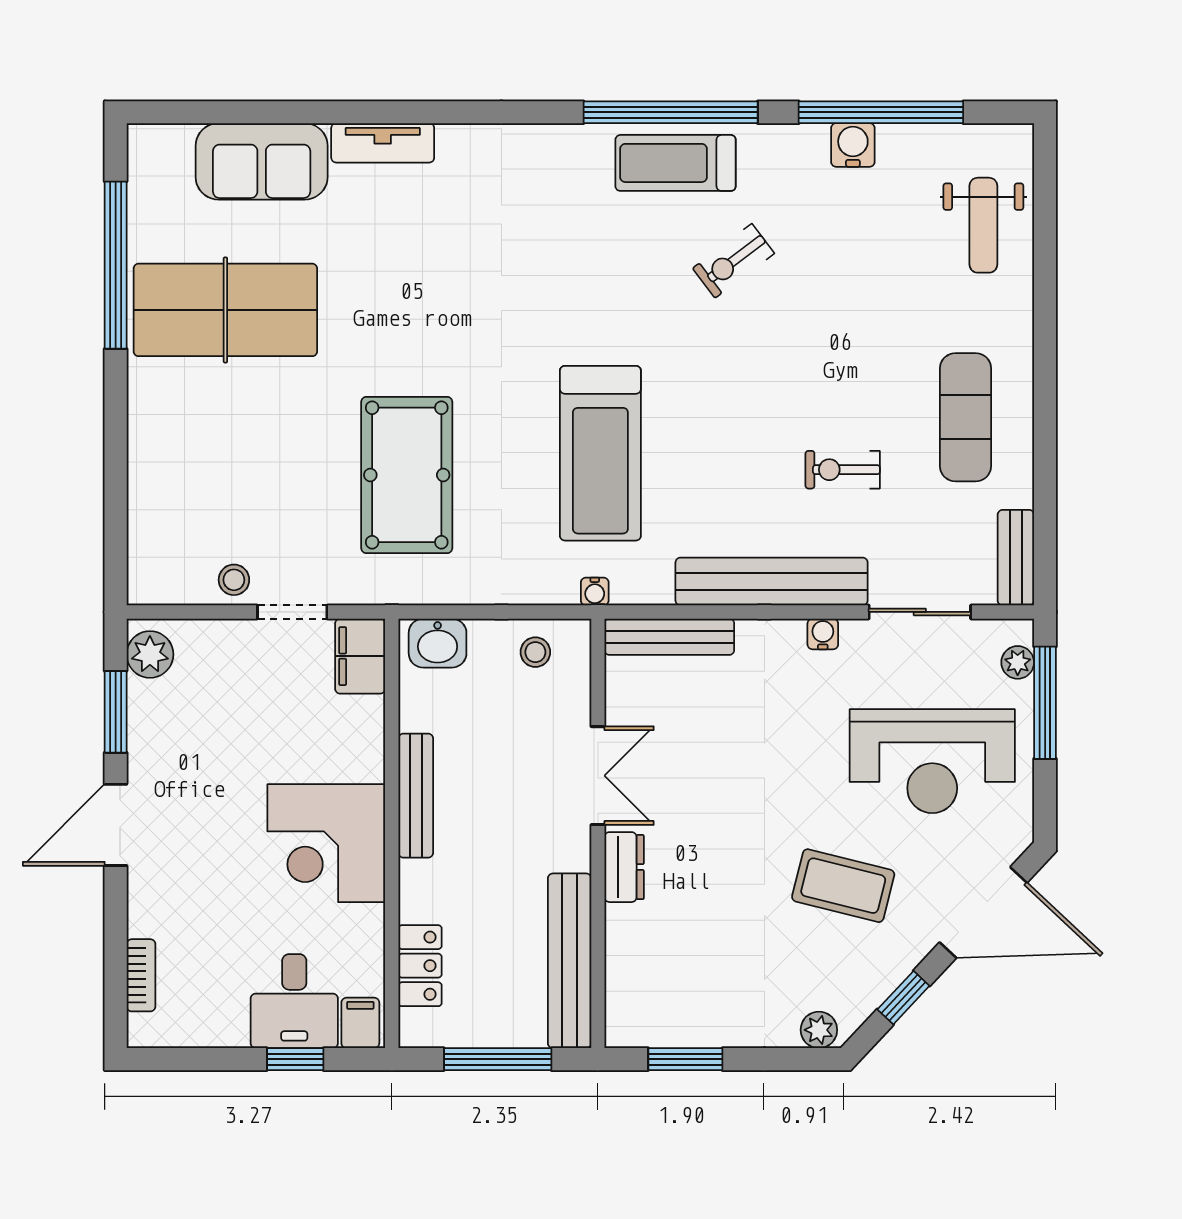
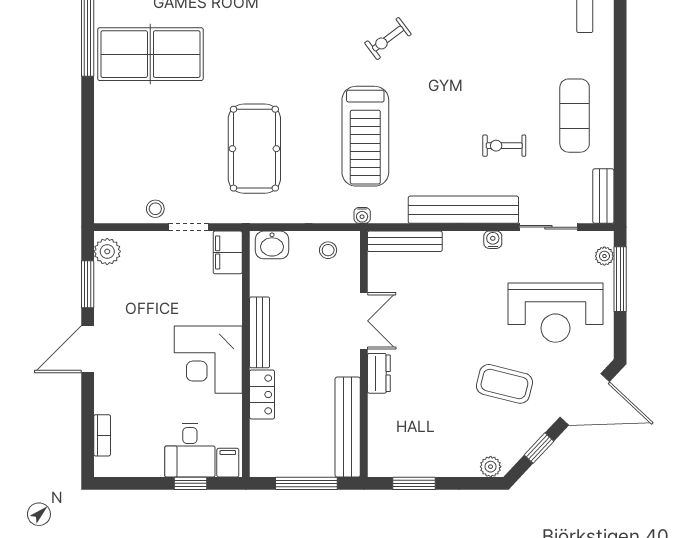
exercise bike: (733, 261) -> (388, 39), moved
locker: (420, 966) -> (262, 394), moved

